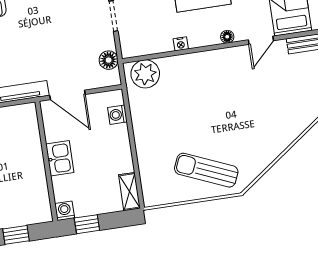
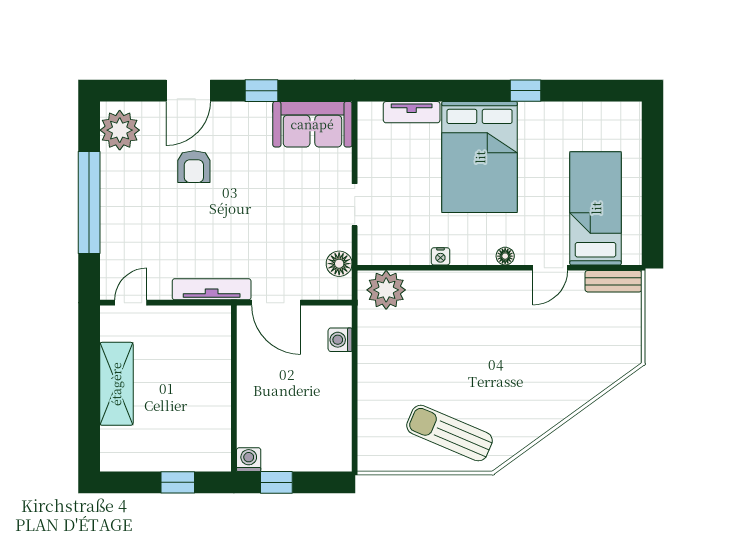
kitchen sink: (60, 158) -> (253, 387), removed
shelving: (129, 192) -> (341, 447), removed

